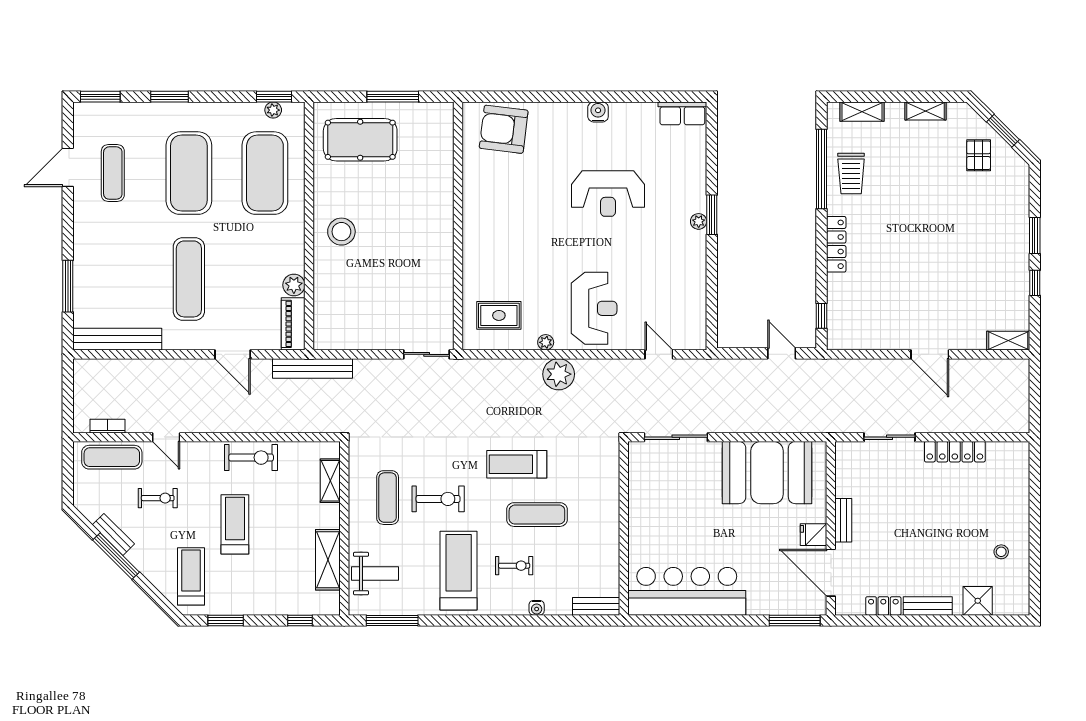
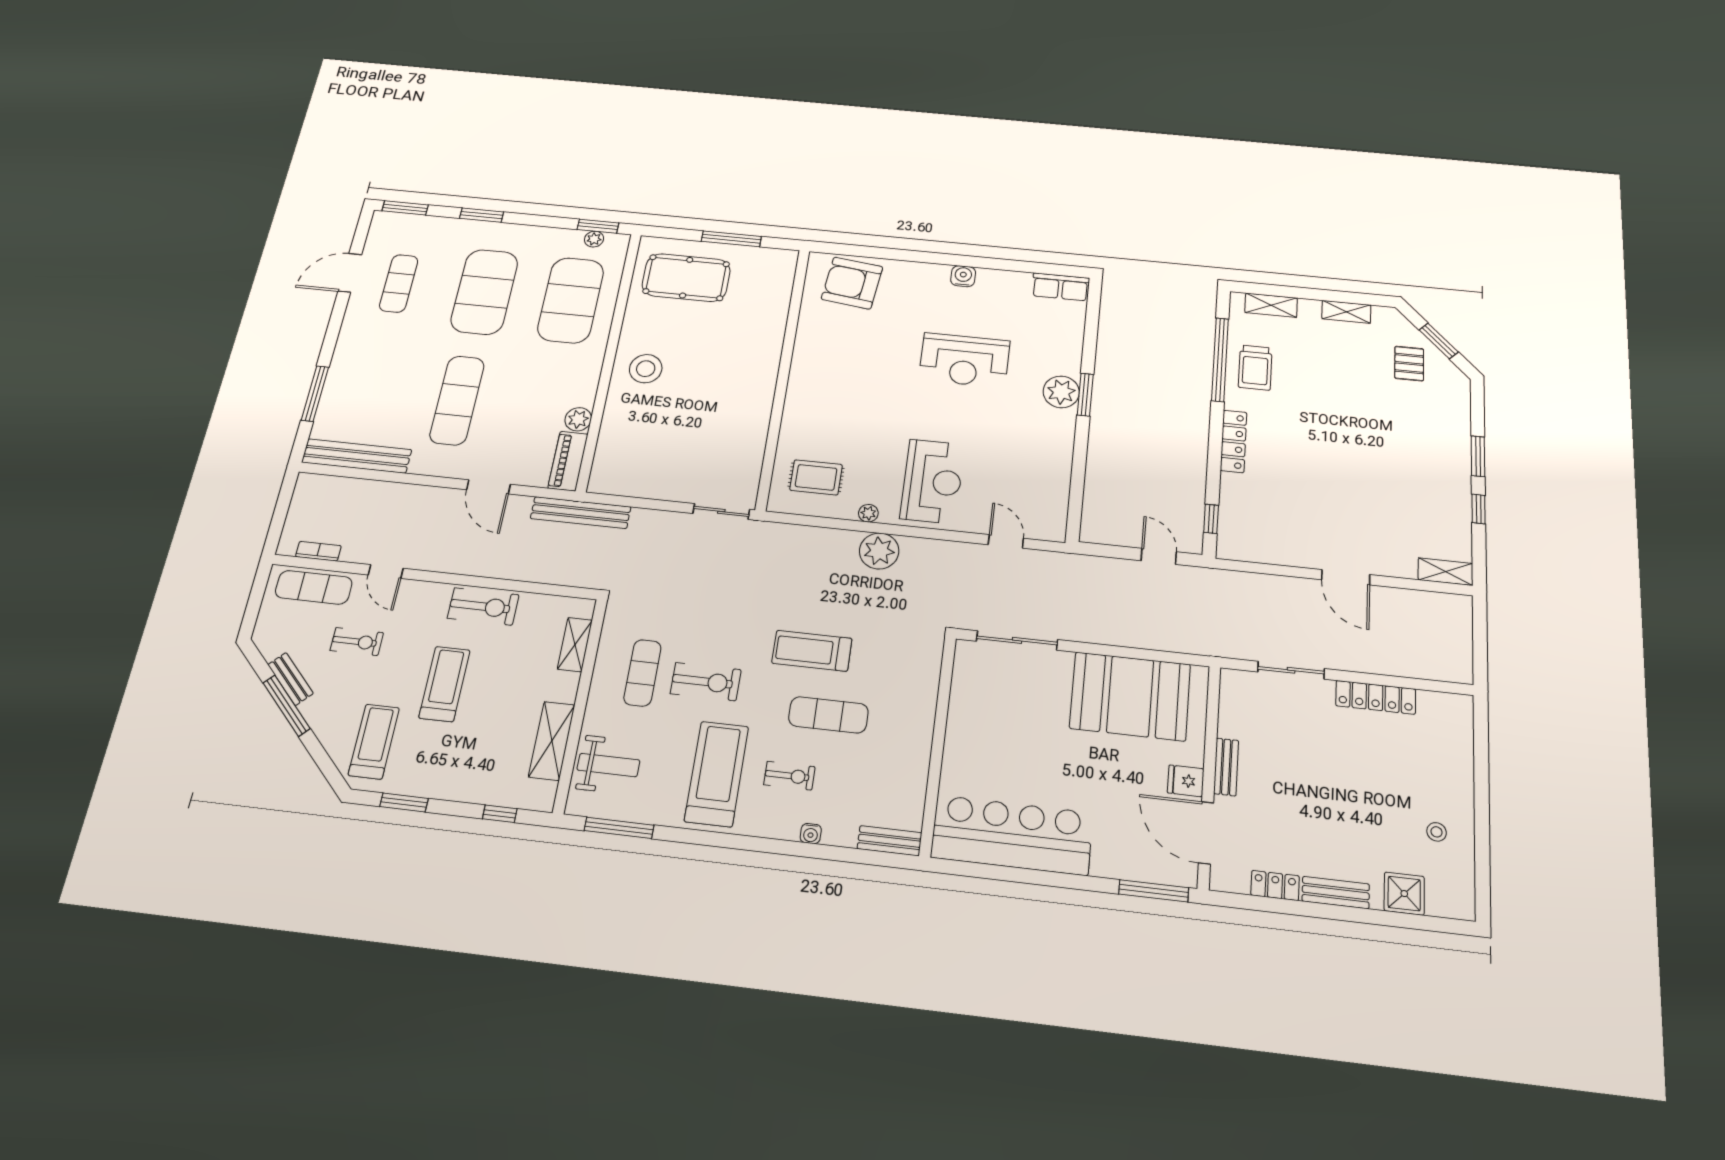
plant: (699, 221) -> (1061, 392), width x1.87, depth x1.87

